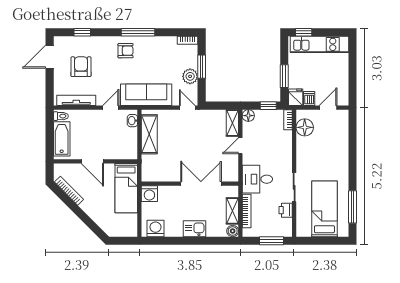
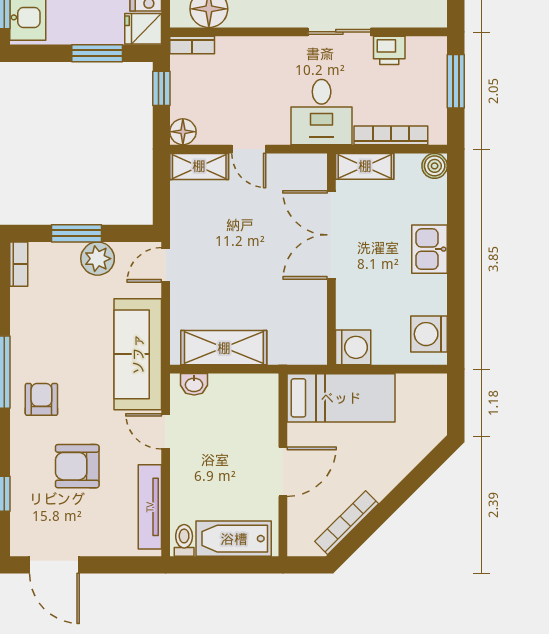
armchair: (81, 67) -> (77, 466), moved
shelving: (232, 211) -> (365, 166), moved

